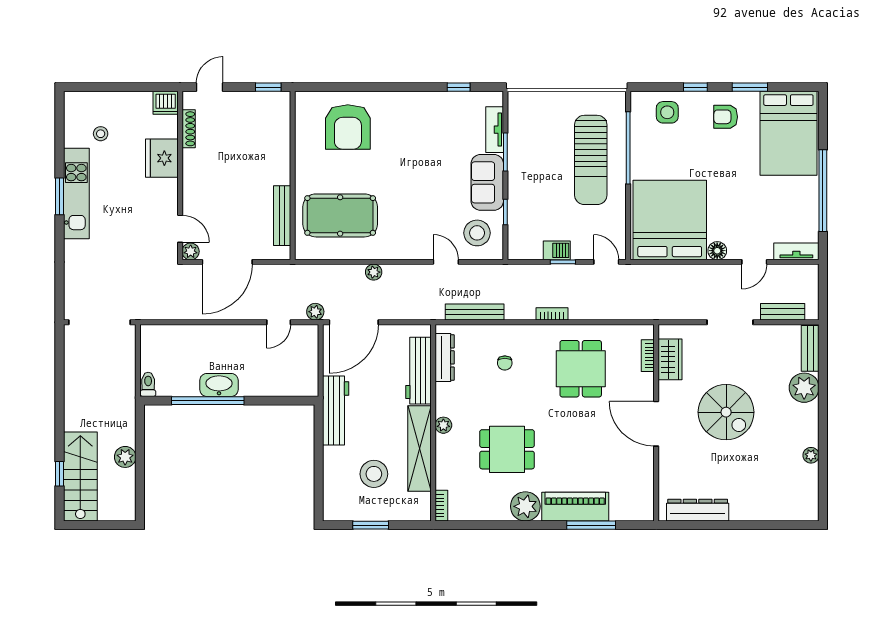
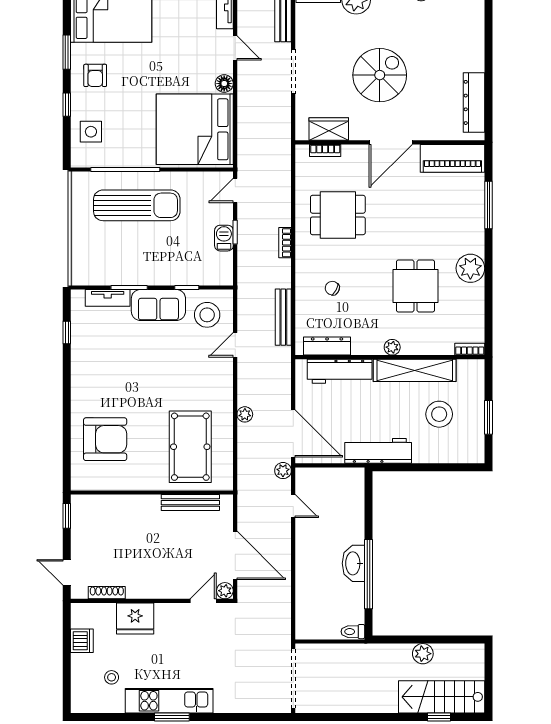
dishwasher: (166, 103) -> (82, 641), moved
chair: (505, 363) -> (332, 288), turned -152
piano: (575, 507) -> (452, 158), moved, turned -90

